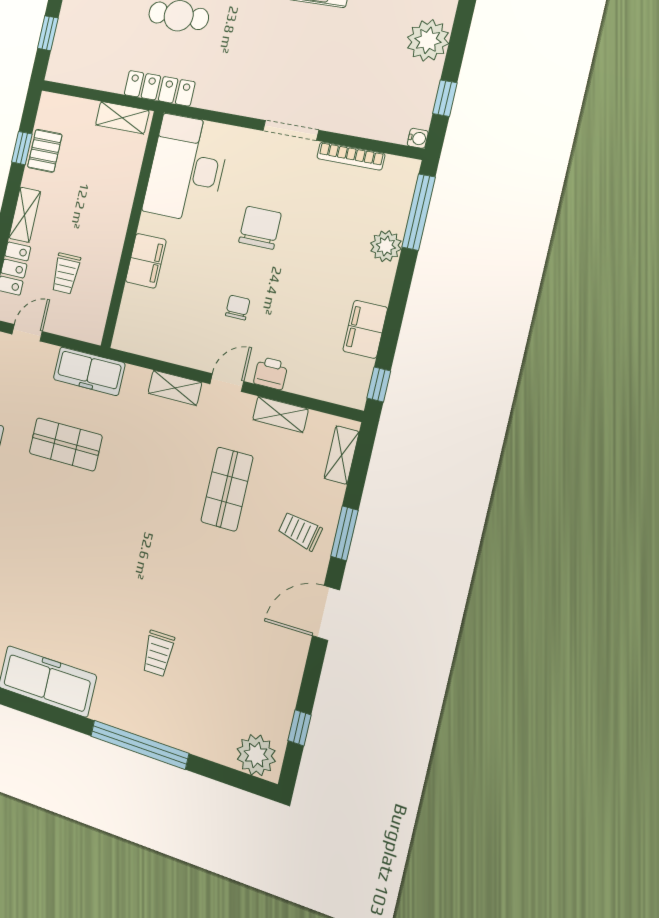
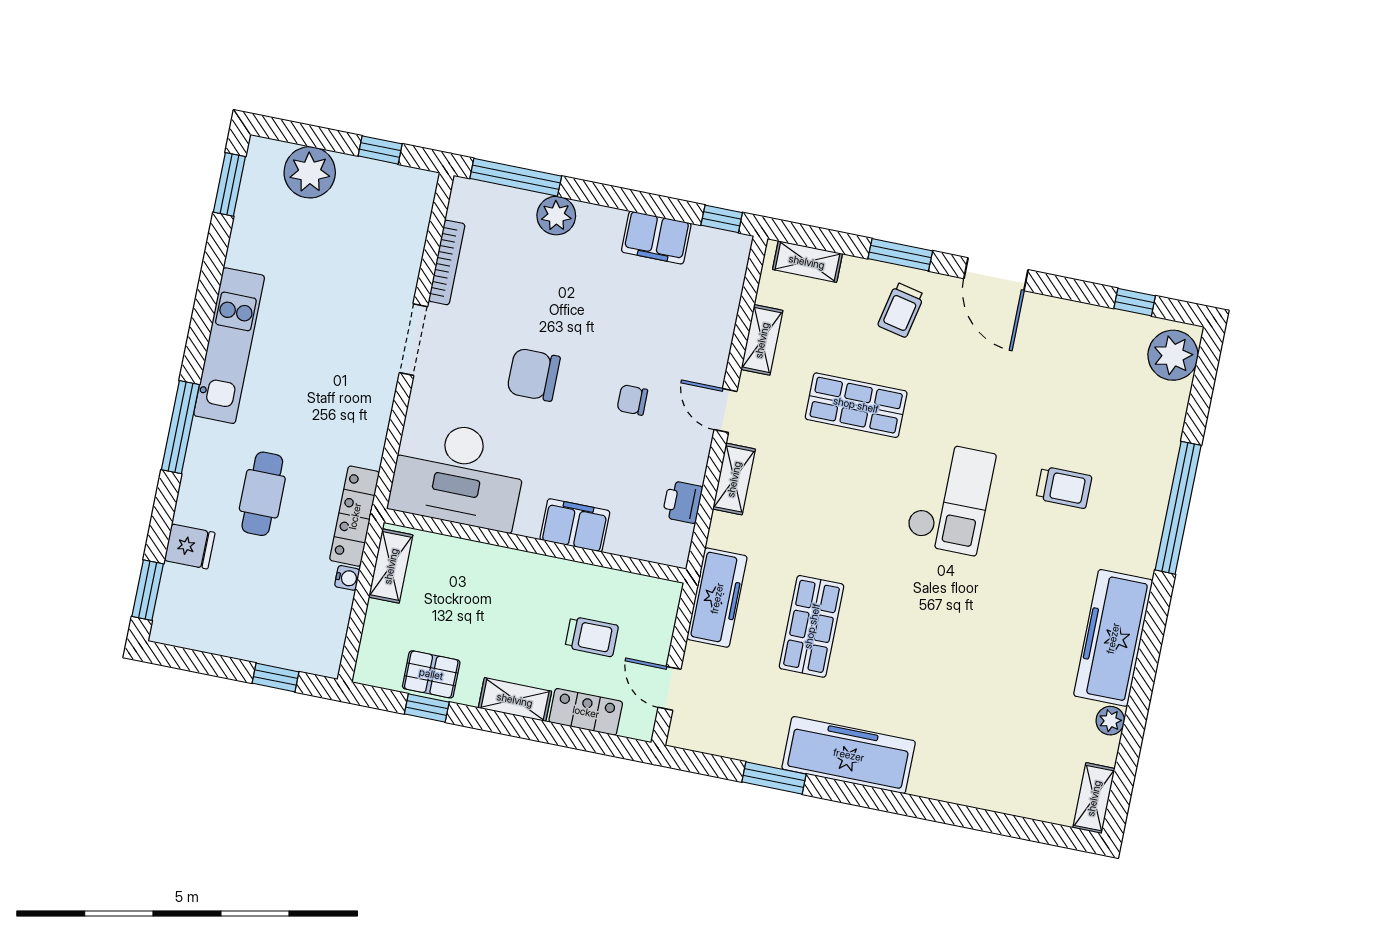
water cooler: (418, 138) -> (347, 578), moved, turned 90
printer: (271, 373) -> (682, 502), moved
checkout: (154, 561) -> (950, 498), added

